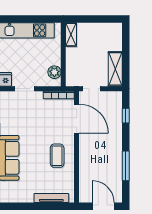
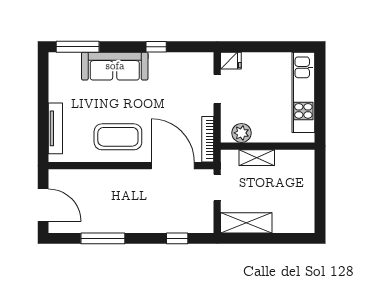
shelving: (71, 35) -> (257, 158), moved
door: (77, 119) -> (173, 166), swing flipped
coffee table: (57, 156) -> (118, 137), width x1.36, depth x1.32
door: (103, 206) -> (43, 205), hinge flipped

